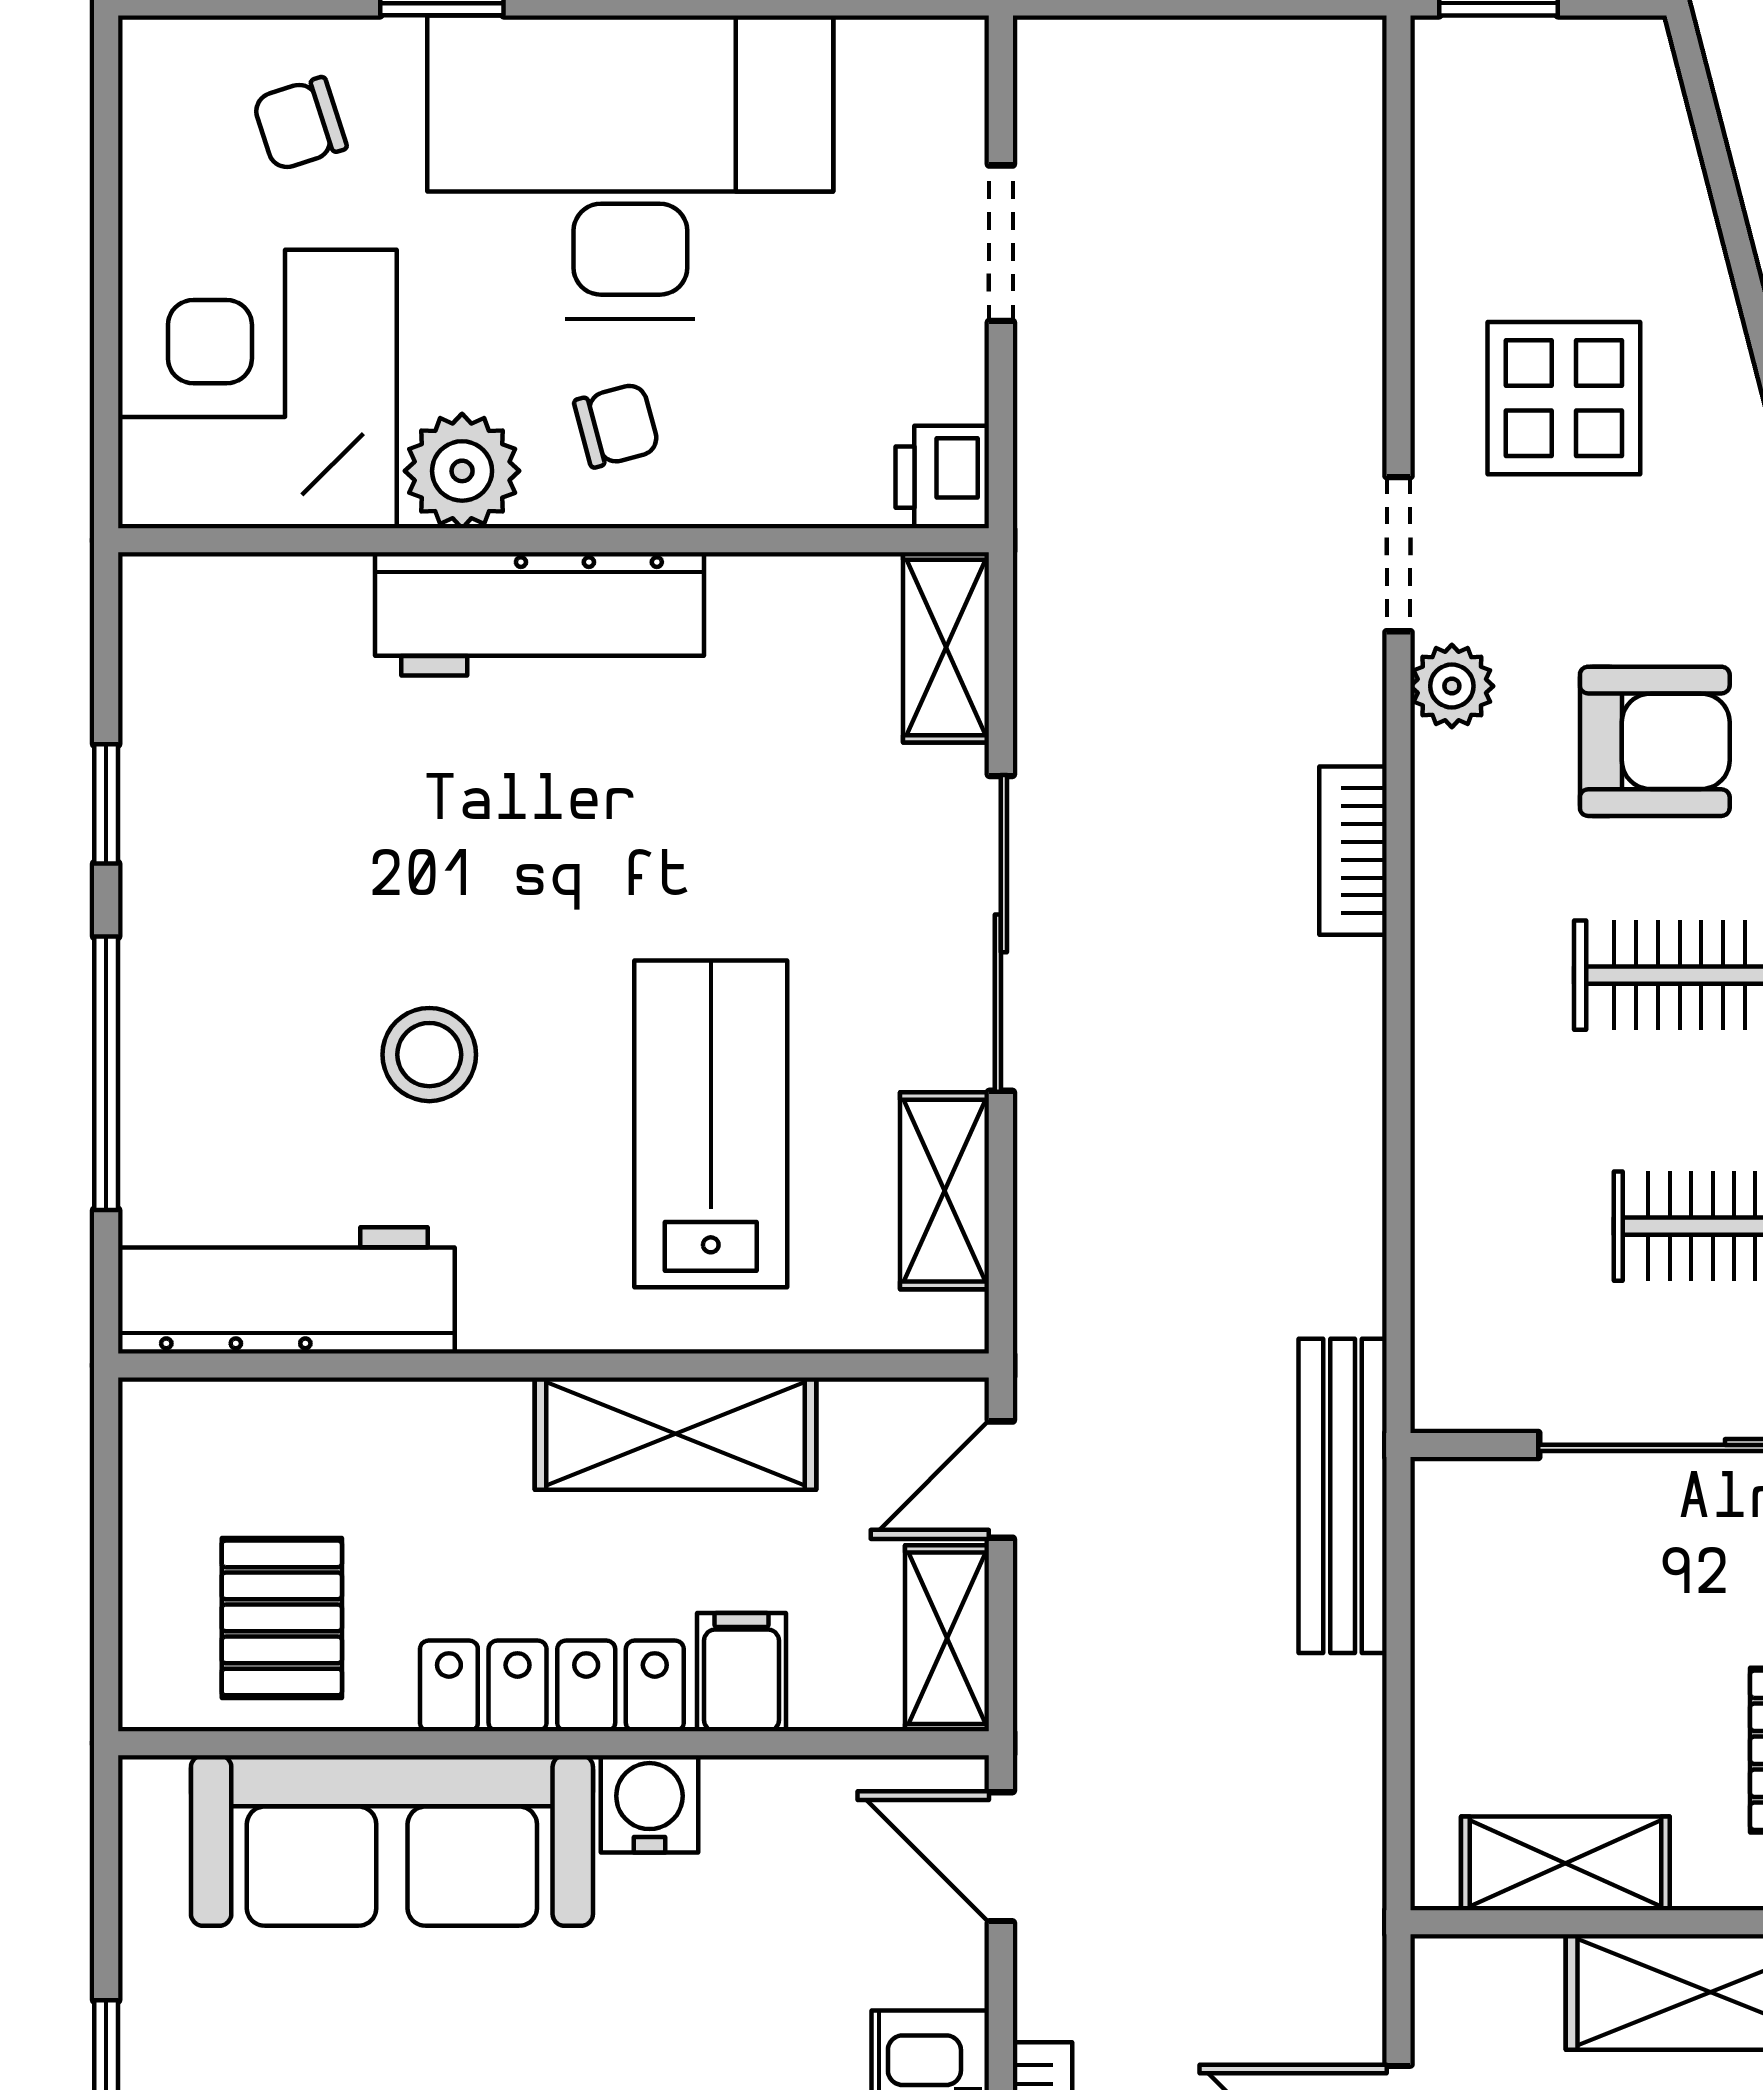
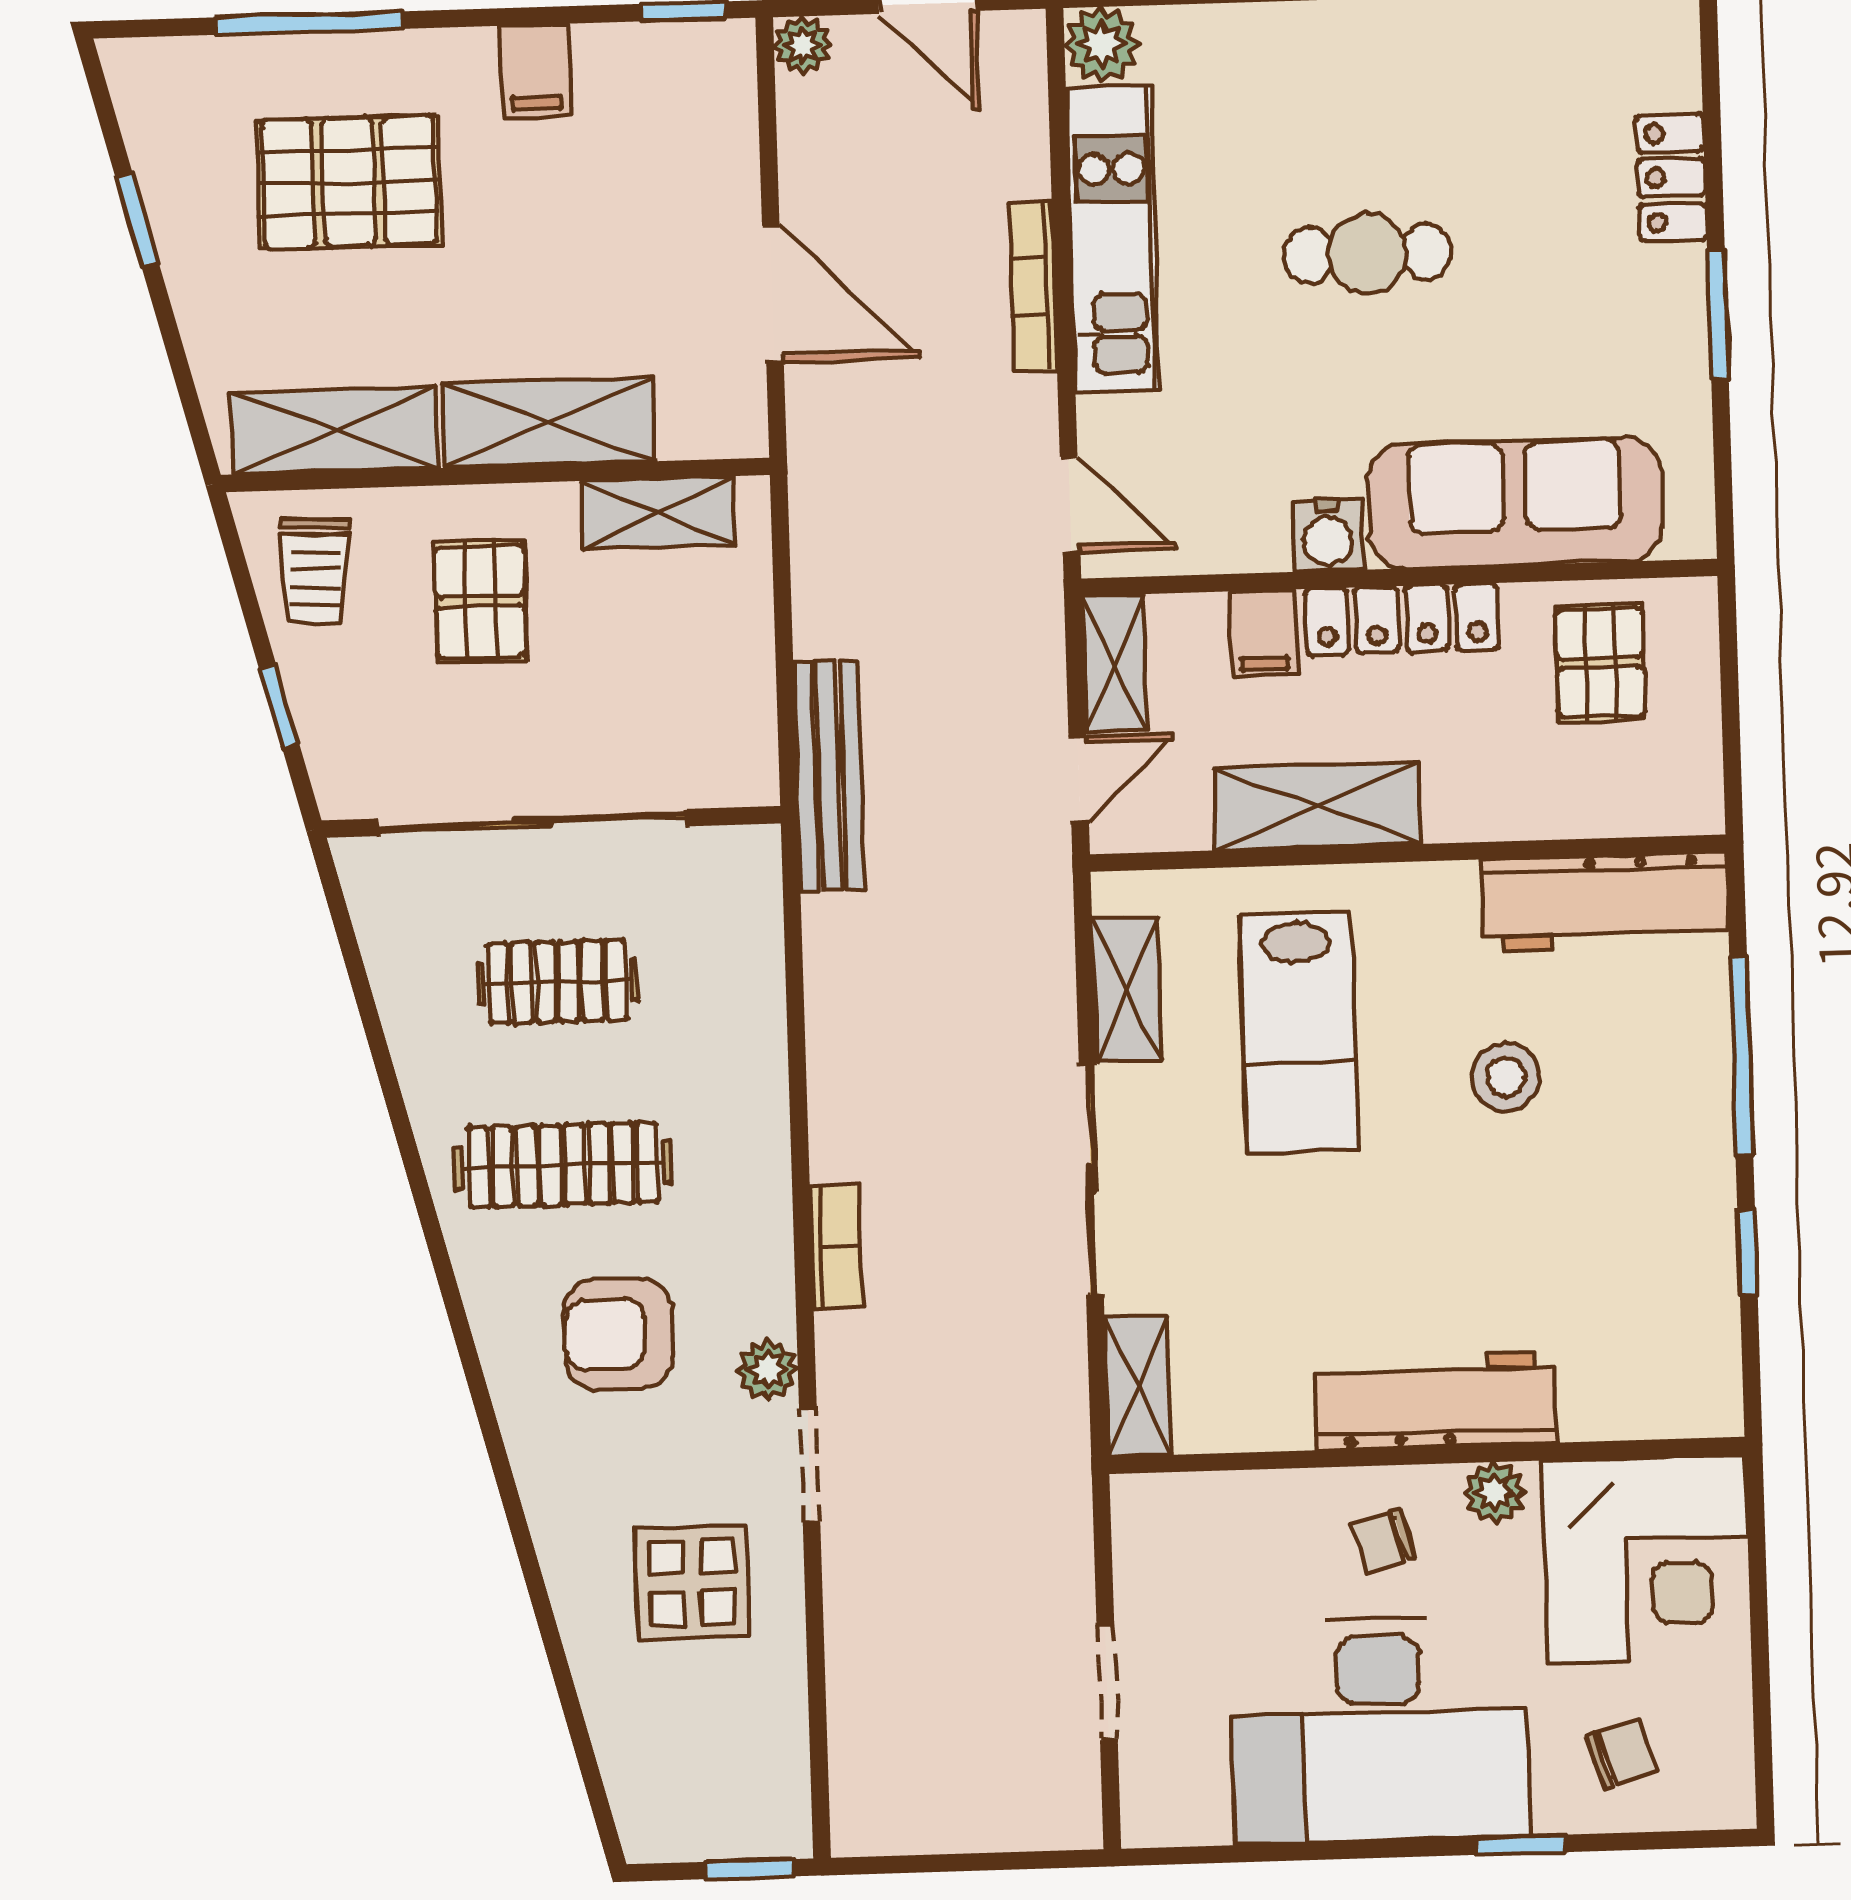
plant: (462, 471) -> (1495, 1493), width x0.73, depth x0.73
printer: (942, 477) -> (1145, 1511), removed

